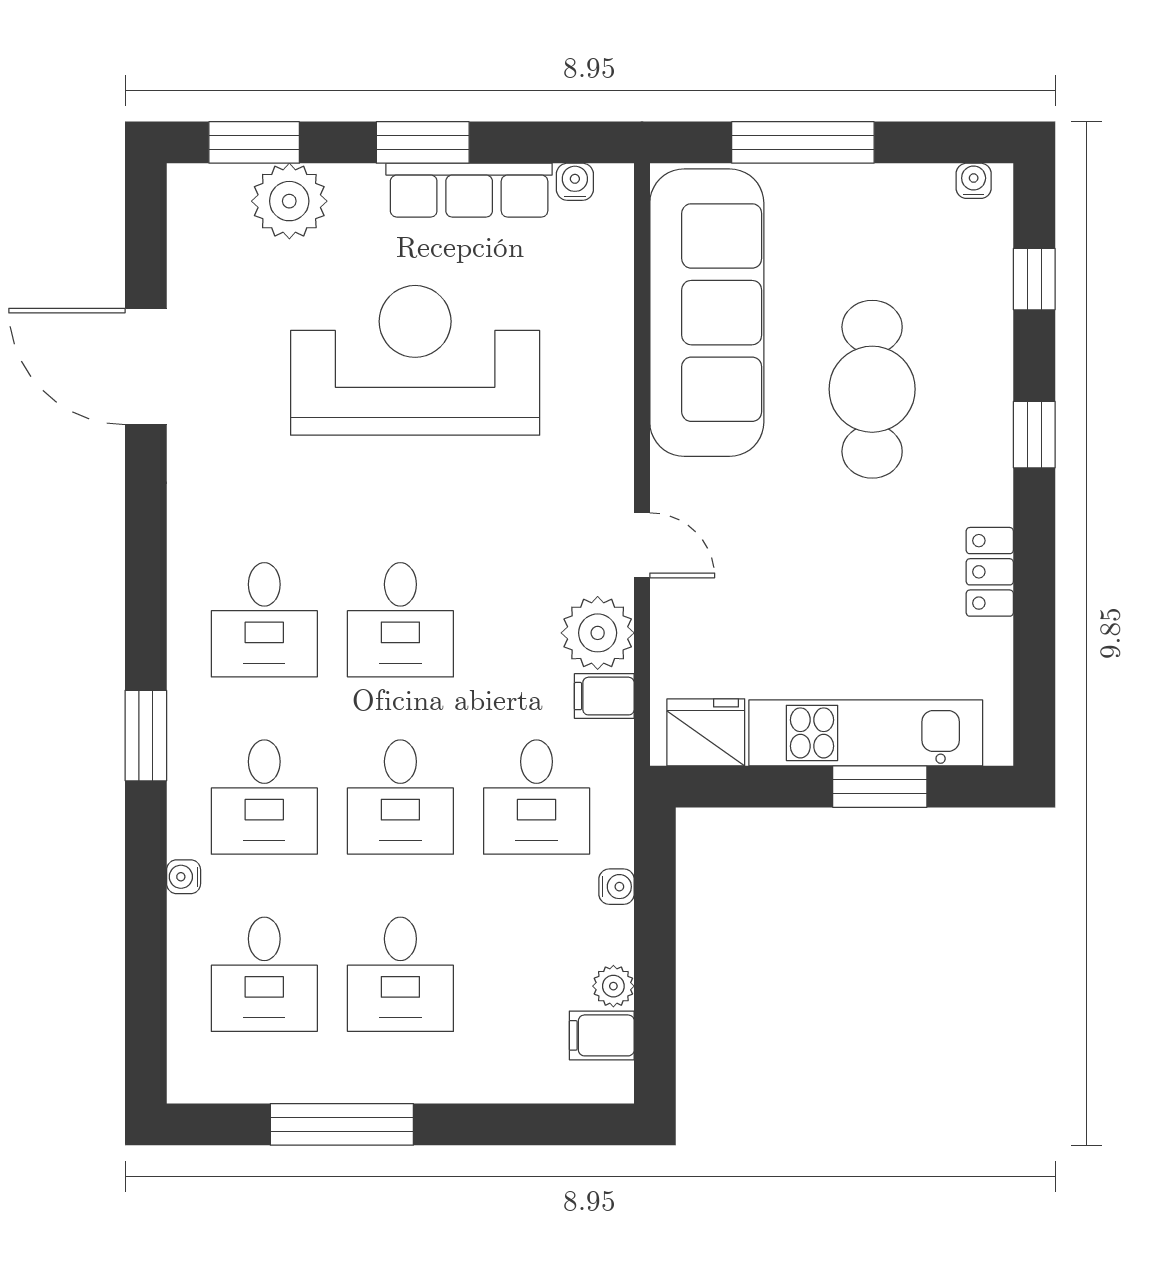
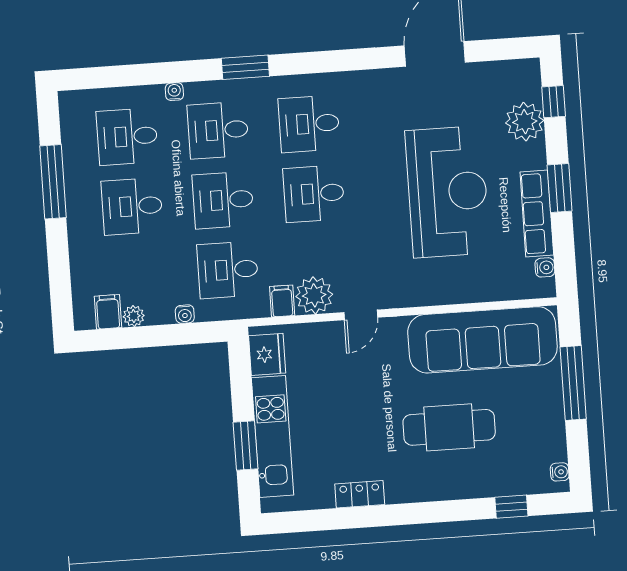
window: (254, 142) -> (554, 102), width x0.67
window: (1034, 435) -> (432, 512), removed

